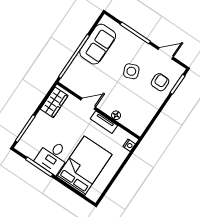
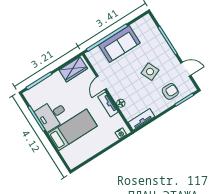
sofa: (98, 44) -> (119, 44), moved
door: (88, 104) -> (101, 83), swing flipped
tv unit: (144, 122) -> (141, 119), added
bed: (84, 166) -> (73, 130), width x0.67

